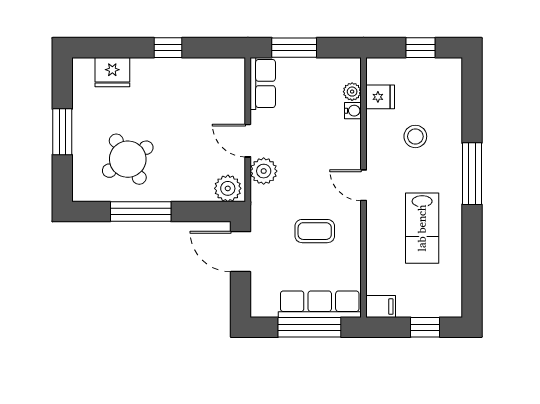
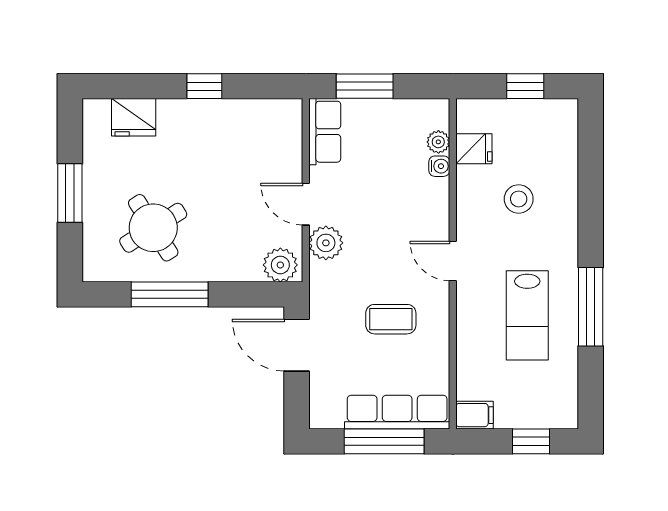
window: (472, 174) -> (591, 307), moved

